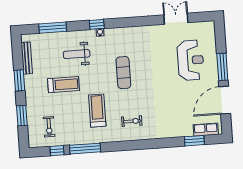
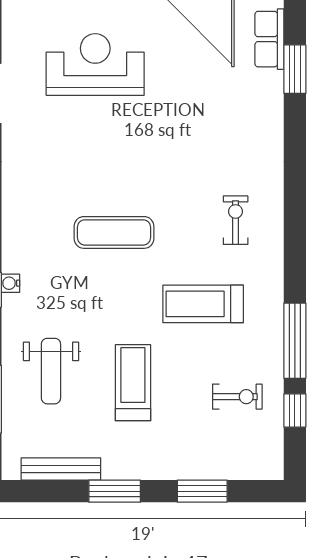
weight bench: (77, 54) -> (51, 371), moved
exercise bike: (49, 127) -> (237, 397), moved

